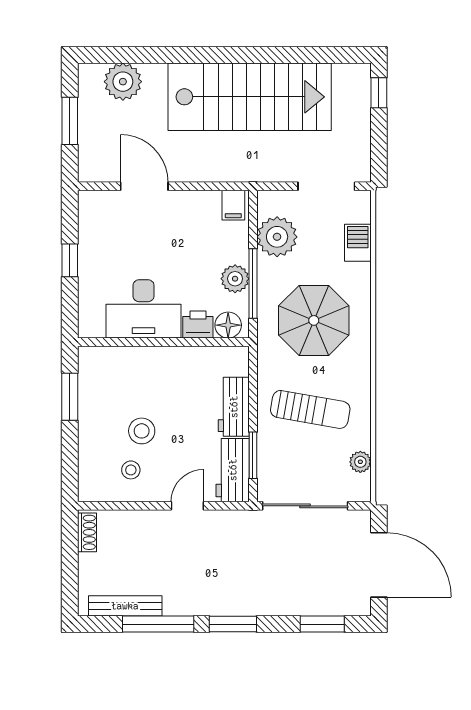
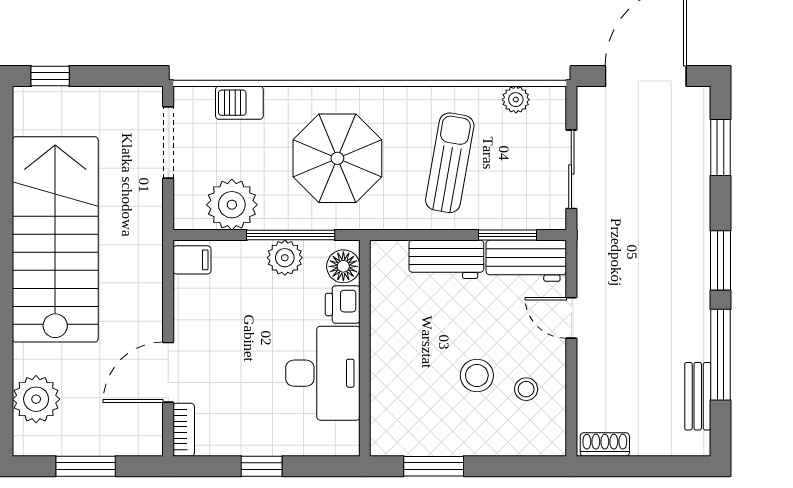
bookcase: (99, 199) -> (184, 430), added
sliding door: (305, 506) -> (571, 169), width x0.73
bench: (125, 606) -> (698, 396), width x0.73

